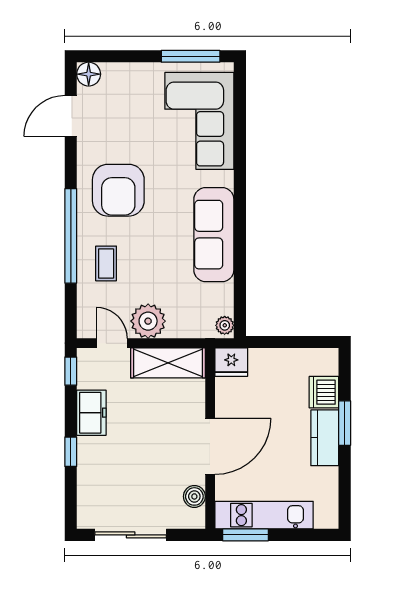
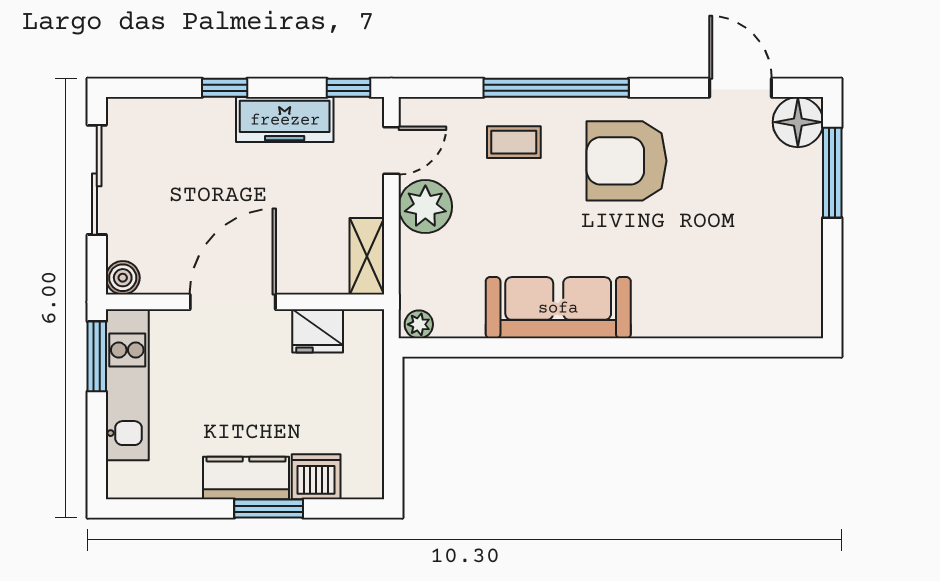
window: (191, 56) -> (832, 173), moved
floor lamp: (89, 74) -> (798, 122), width x1.38, depth x1.38
corner sofa: (199, 121) -> (733, 285), removed
fridge: (231, 362) -> (318, 331), moved, turned -90
shelving: (168, 363) -> (367, 256), width x0.67, depth x0.75
freezer: (91, 413) -> (285, 120), width x1.40
door: (210, 446) -> (233, 302), swing flipped
boiler: (194, 496) -> (123, 278), moved

